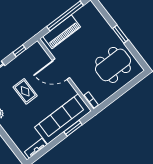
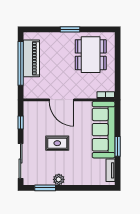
piano: (62, 32) -> (31, 58), moved
door: (61, 69) -> (62, 100), hinge flipped
window: (73, 128) -> (118, 146), moved

